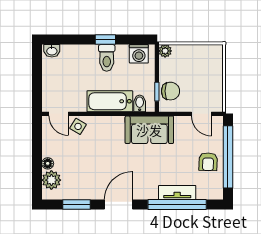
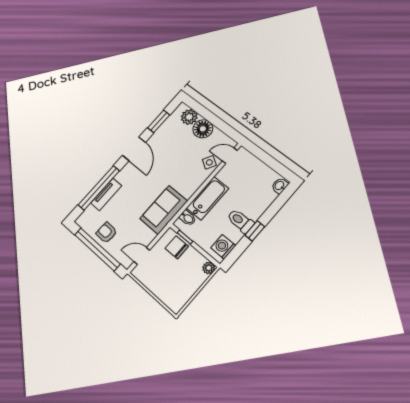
chair: (171, 91) -> (177, 247), turned 90
floor lamp: (48, 163) -> (203, 129), width x1.89, depth x1.89

